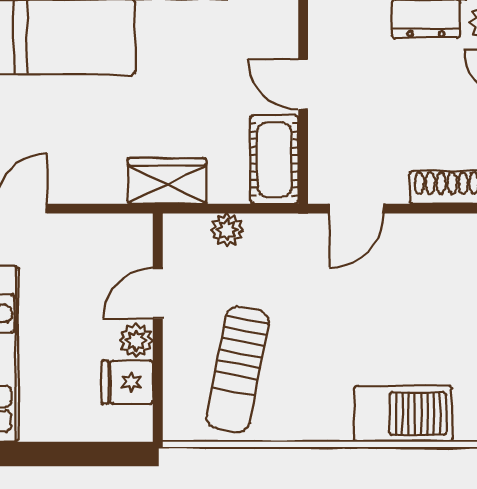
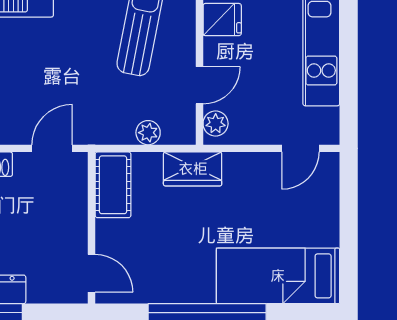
door: (303, 84) -> (92, 273), moved
plant: (136, 341) -> (216, 124), moved

